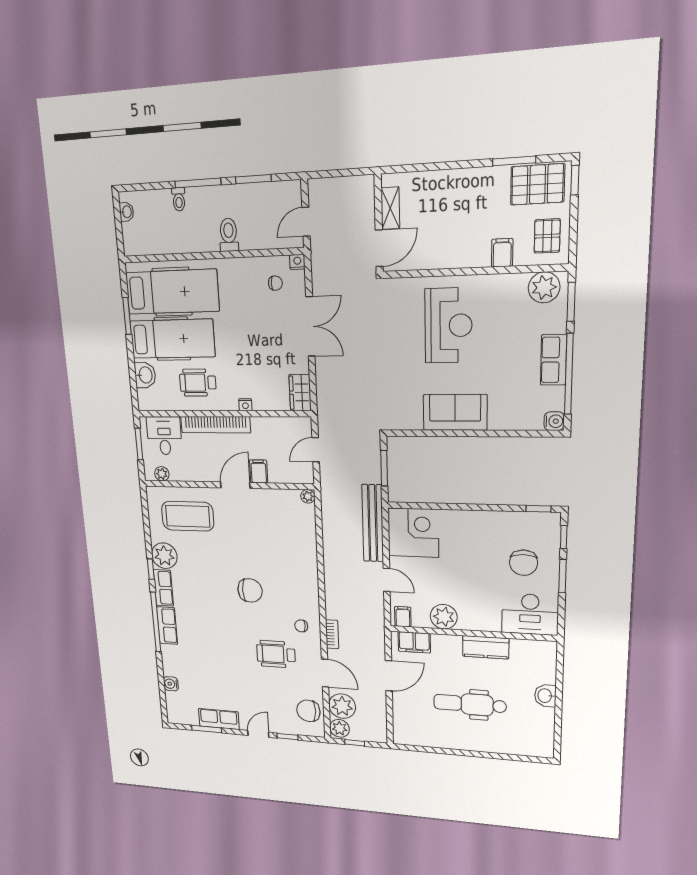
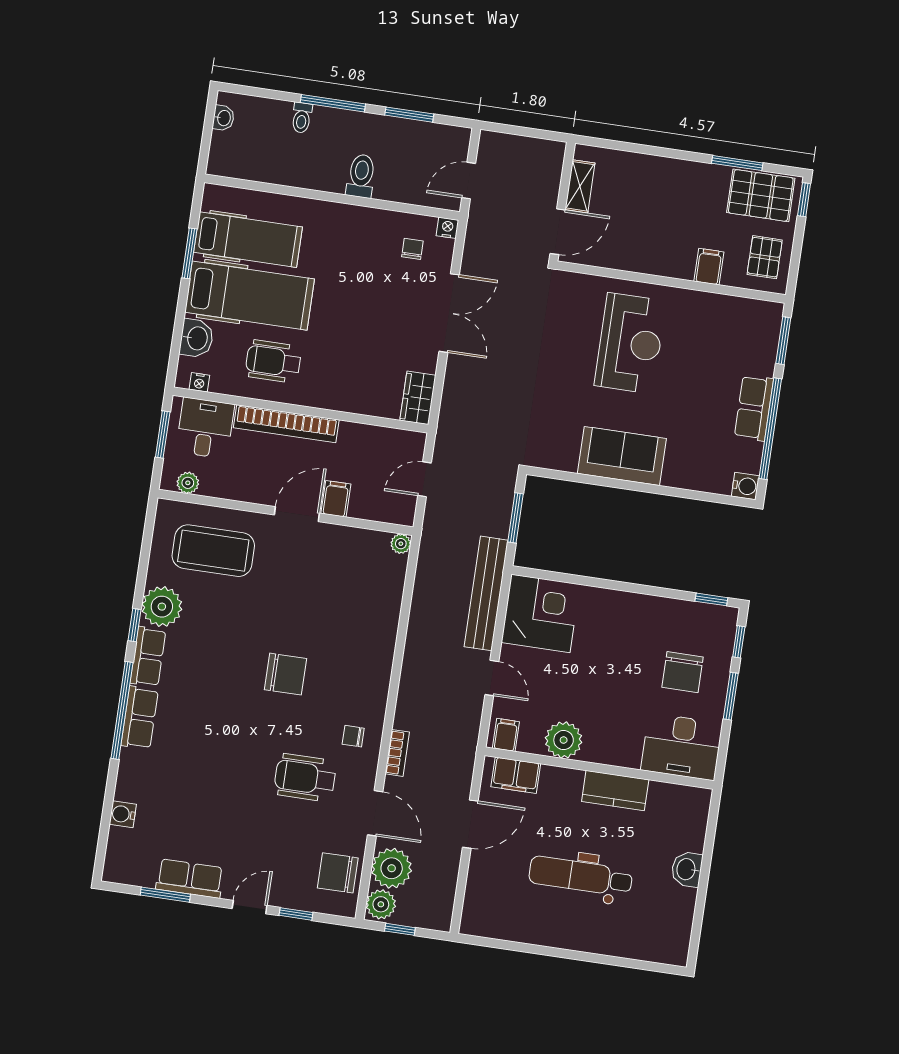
chair: (275, 283) -> (412, 249), turned -90
plant: (544, 287) -> (753, 317), removed
hospital bed: (172, 292) -> (248, 240), width x0.73, depth x0.78
nightstand: (245, 405) -> (199, 382), moved

